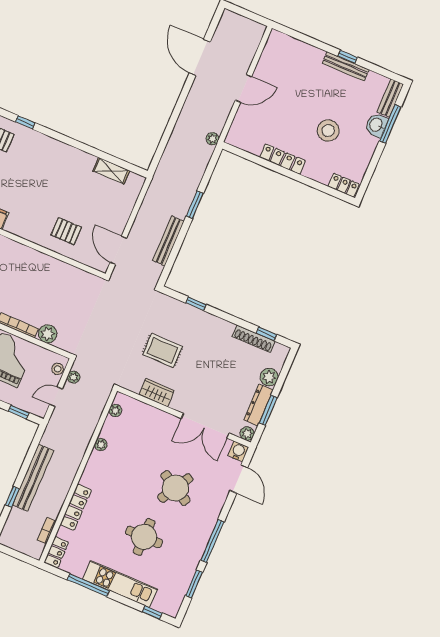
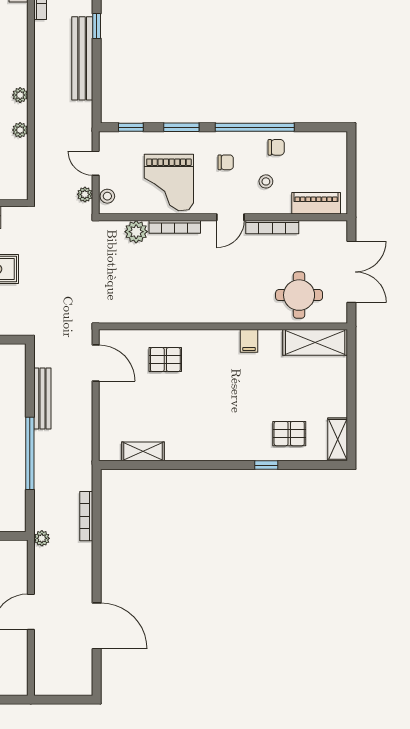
bookcase: (173, 141) -> (86, 516), added
window: (195, 205) -> (30, 453), width x2.11
door: (56, 397) -> (96, 163), swing flipped
plant: (115, 410) -> (20, 95), moved
locker: (76, 507) -> (18, 45), removed

